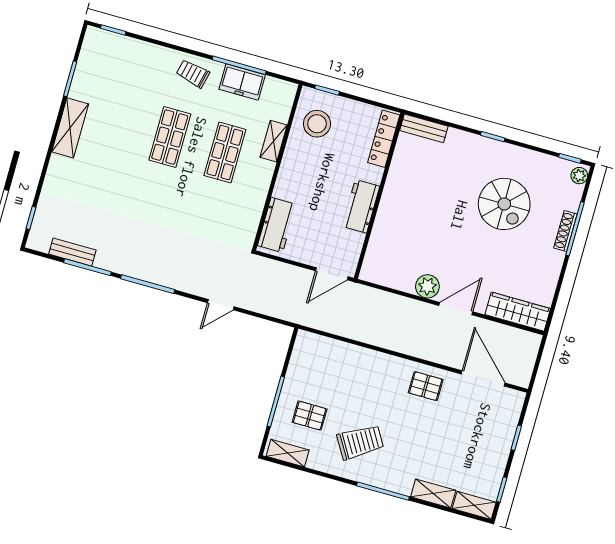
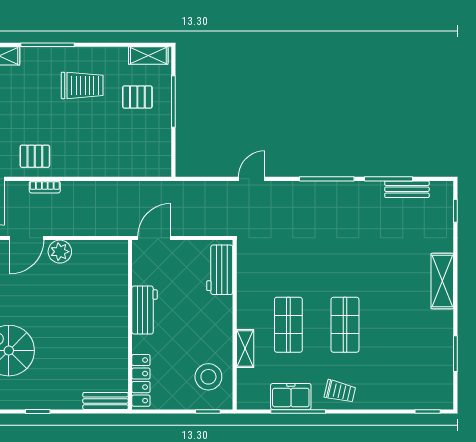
shelving: (70, 128) -> (442, 281), moved
bookcase: (424, 353) -> (45, 187), added
trolley: (360, 442) -> (82, 85), turned -149

